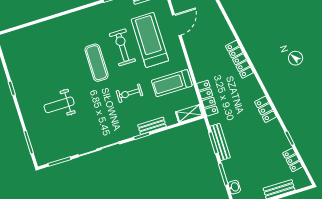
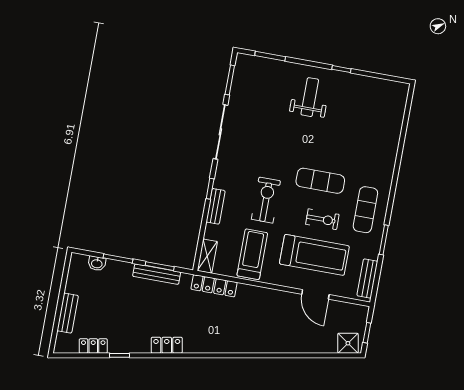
exercise mat: (100, 21) -> (365, 210), added
exercise bike: (122, 47) -> (322, 219), width x0.73, depth x0.72
locker: (239, 59) -> (239, 345), removed
exercise bike: (129, 93) -> (266, 200), width x1.38, depth x1.39
weight bench: (59, 105) -> (310, 97), moved

